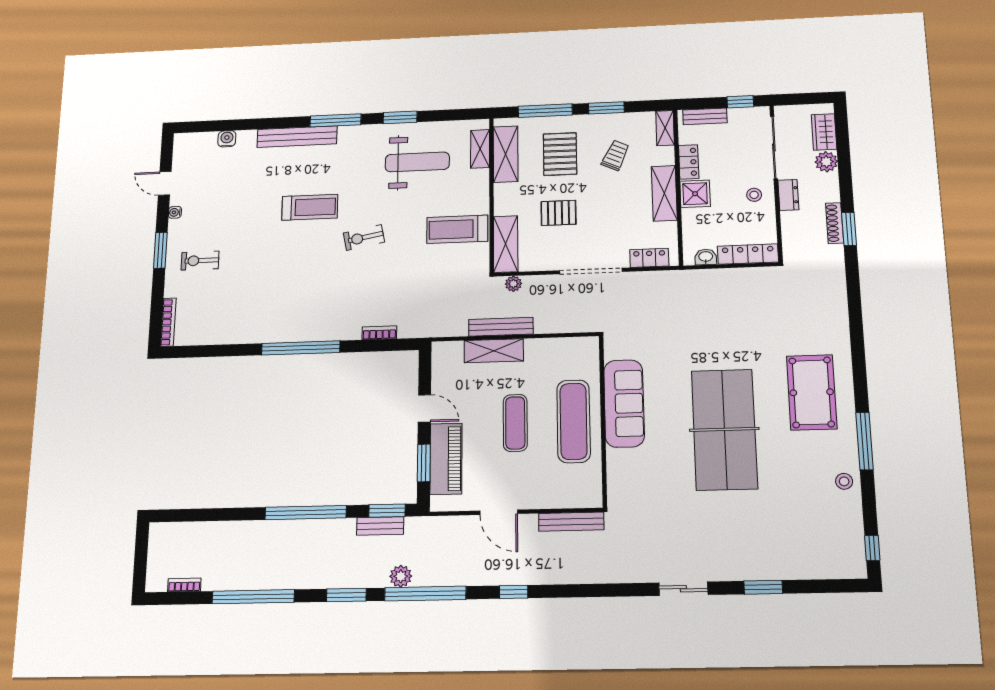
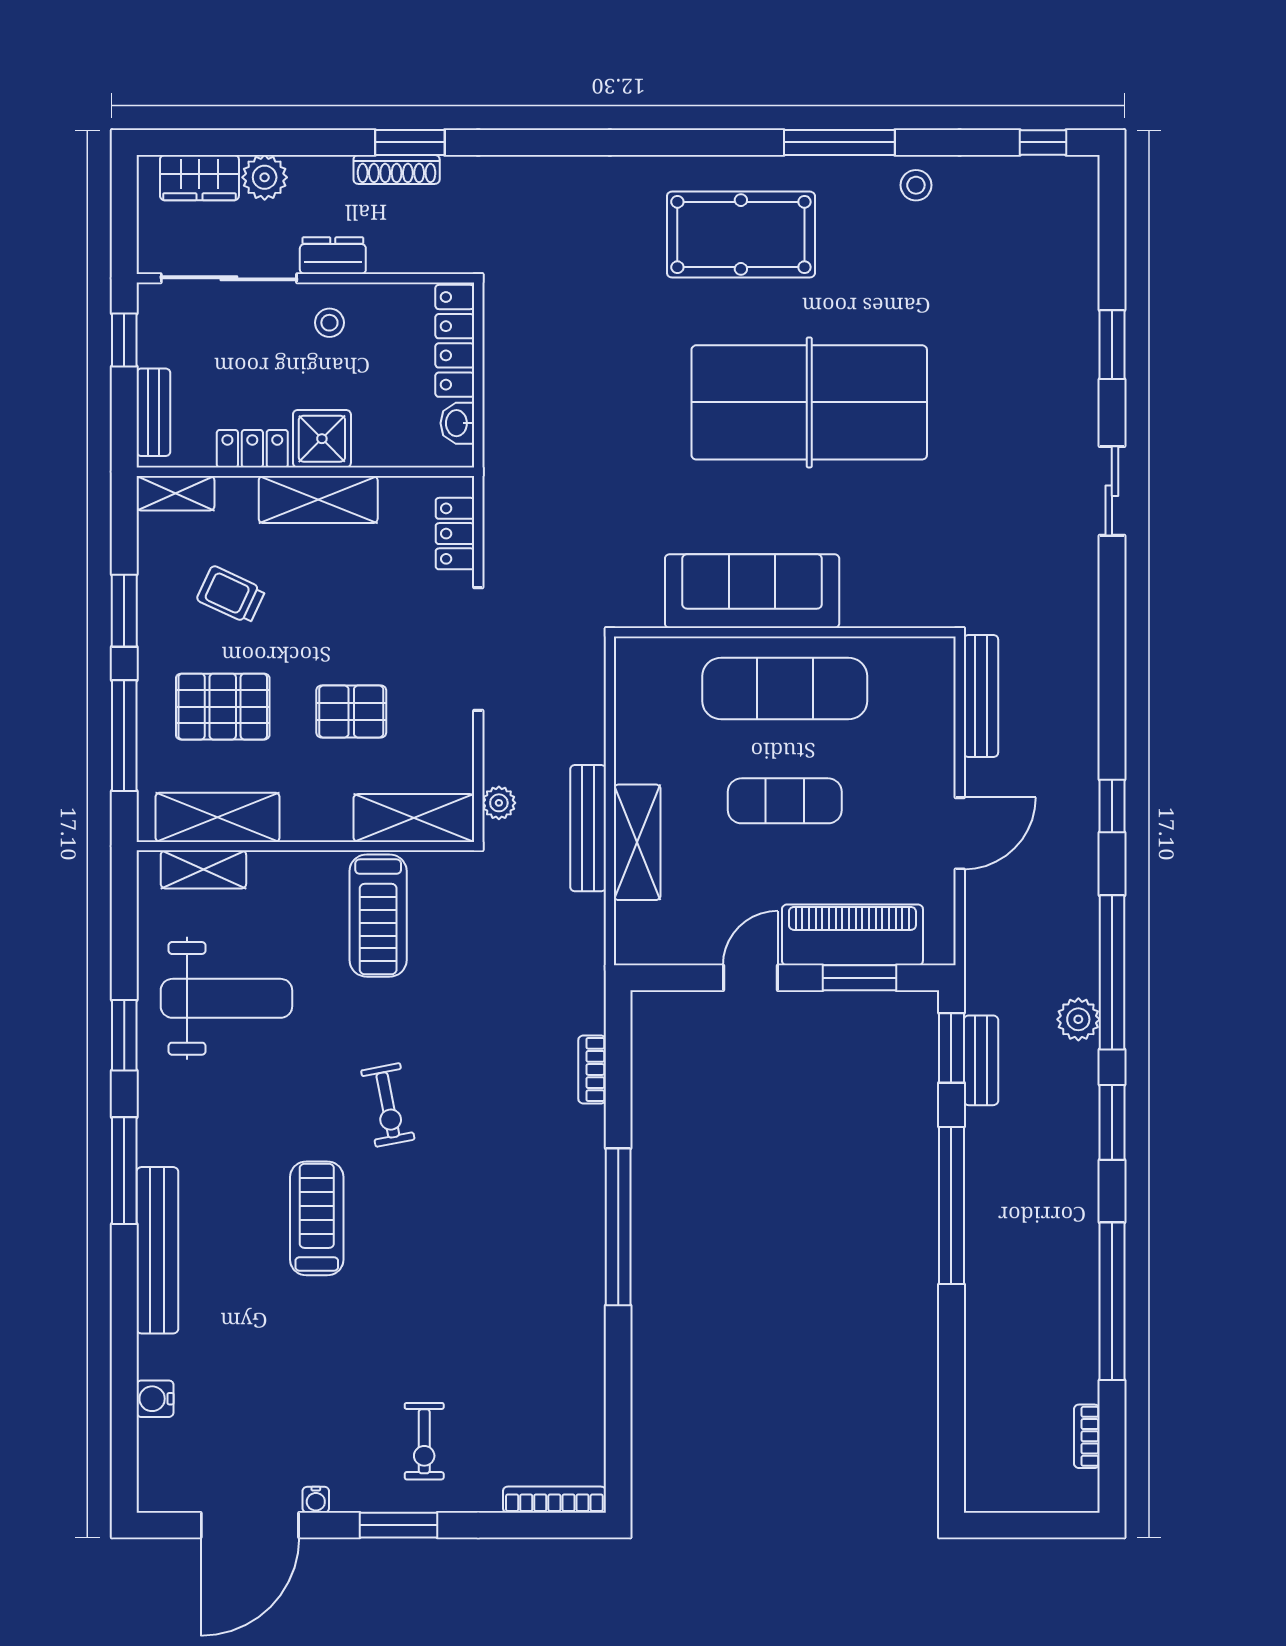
weight bench: (417, 162) -> (226, 998), turned 90
door: (165, 183) -> (250, 1525), width x1.88
pallet: (558, 213) -> (351, 711), turned 90

